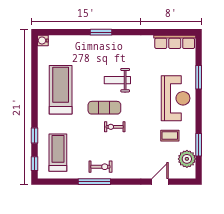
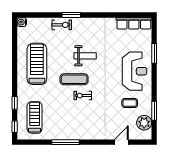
weight bench: (117, 80) -> (85, 56), turned 180
exercise bike: (100, 167) -> (62, 25), moved

